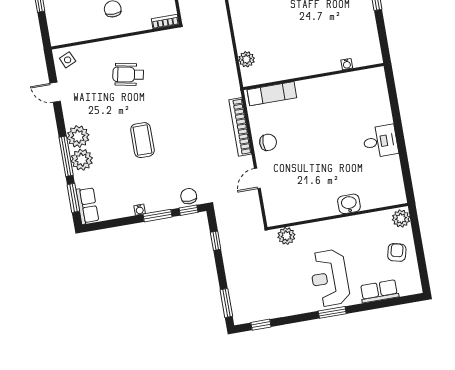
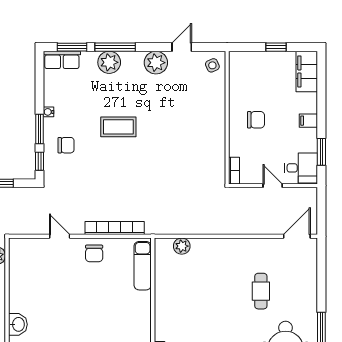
wheelchair: (128, 74) -> (187, 124), removed
plant: (78, 136) -> (156, 63), moved
chair: (189, 196) -> (66, 145), moved

